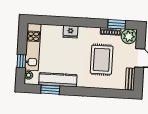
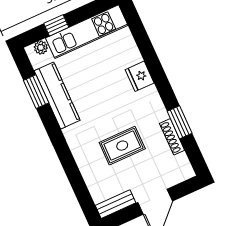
window: (117, 24) -> (180, 122), moved
plant: (129, 36) -> (179, 168), removed
rug: (102, 60) -> (122, 146), width x0.73, depth x0.70

